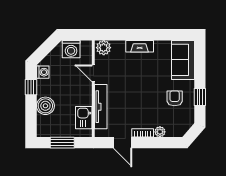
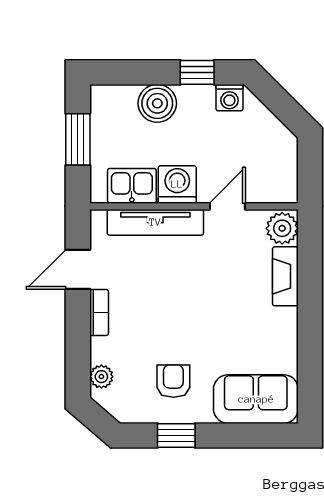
fireplace: (140, 46) -> (285, 276), moved
washing machine: (71, 49) -> (177, 184), moved, turned 90
armchair: (175, 98) -> (173, 381), turned -90
plant: (160, 132) -> (101, 377), moved

